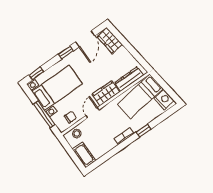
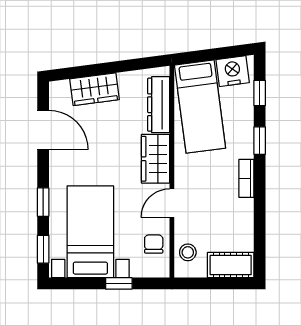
wardrobe: (110, 41) -> (94, 89), moved
window: (66, 53) -> (43, 202), moved
door: (92, 113) -> (172, 203), hinge flipped
window: (44, 114) -> (119, 283), width x0.46
window: (163, 117) -> (260, 93), added

